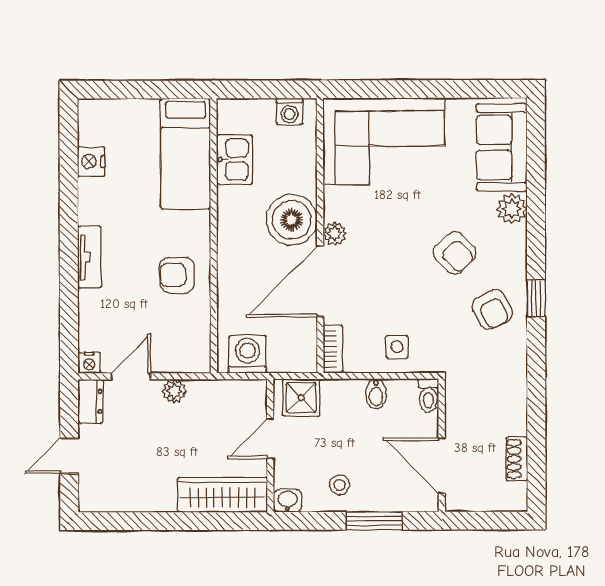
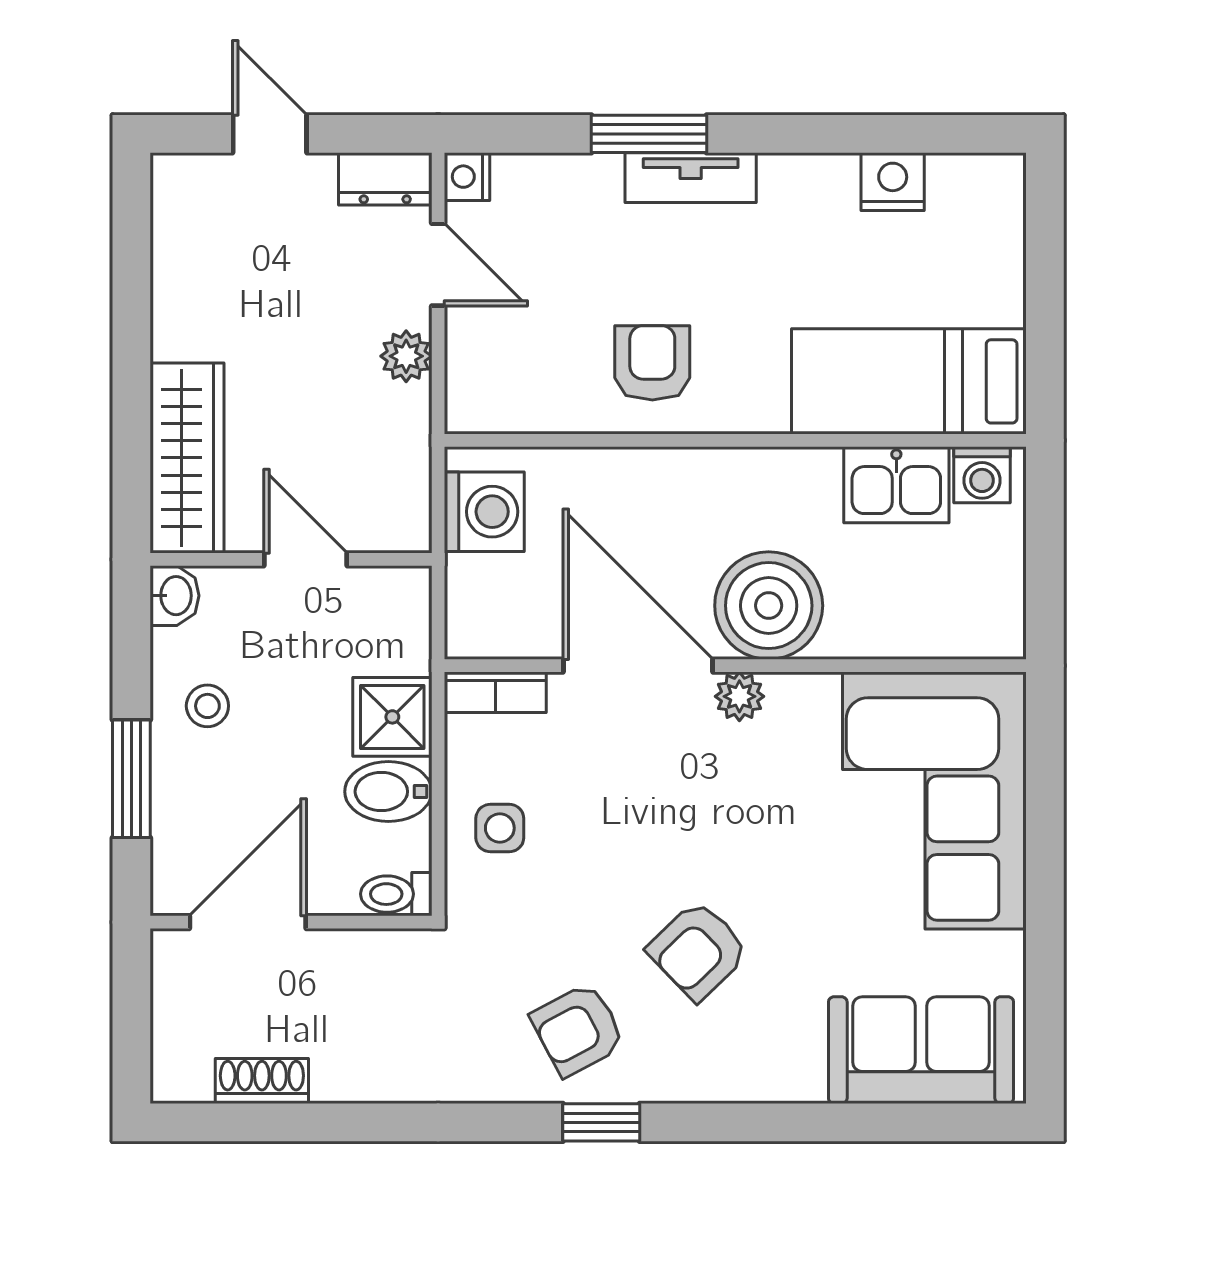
washing machine: (289, 111) -> (982, 475), moved, turned -90
plant: (512, 209) -> (791, 1071), removed
window: (69, 277) -> (649, 134), added
bidet: (376, 394) -> (388, 792), width x1.38, depth x1.36
shower: (301, 398) -> (392, 717), moved

